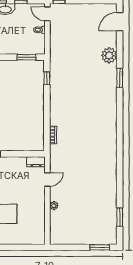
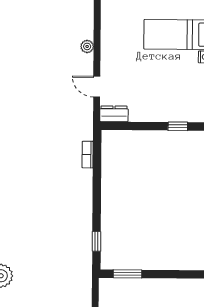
door: (47, 179) -> (97, 87), hinge flipped

